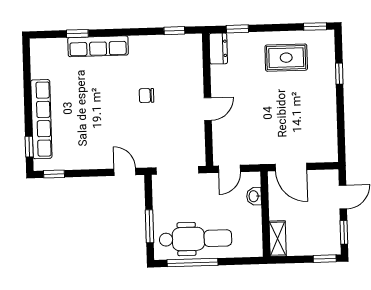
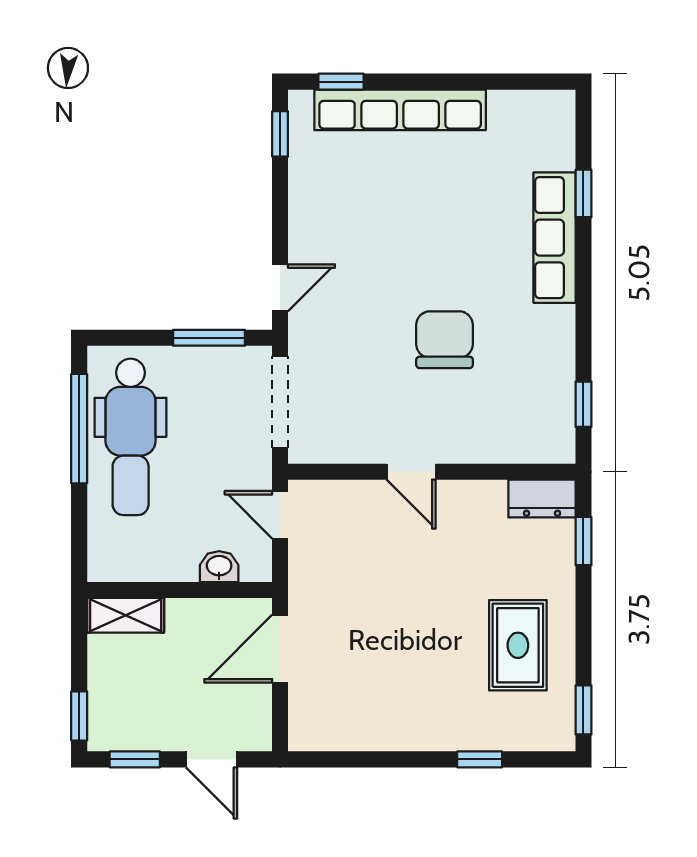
chair: (147, 96) -> (445, 340), width x1.87, depth x1.87
window: (150, 226) -> (209, 338), moved

